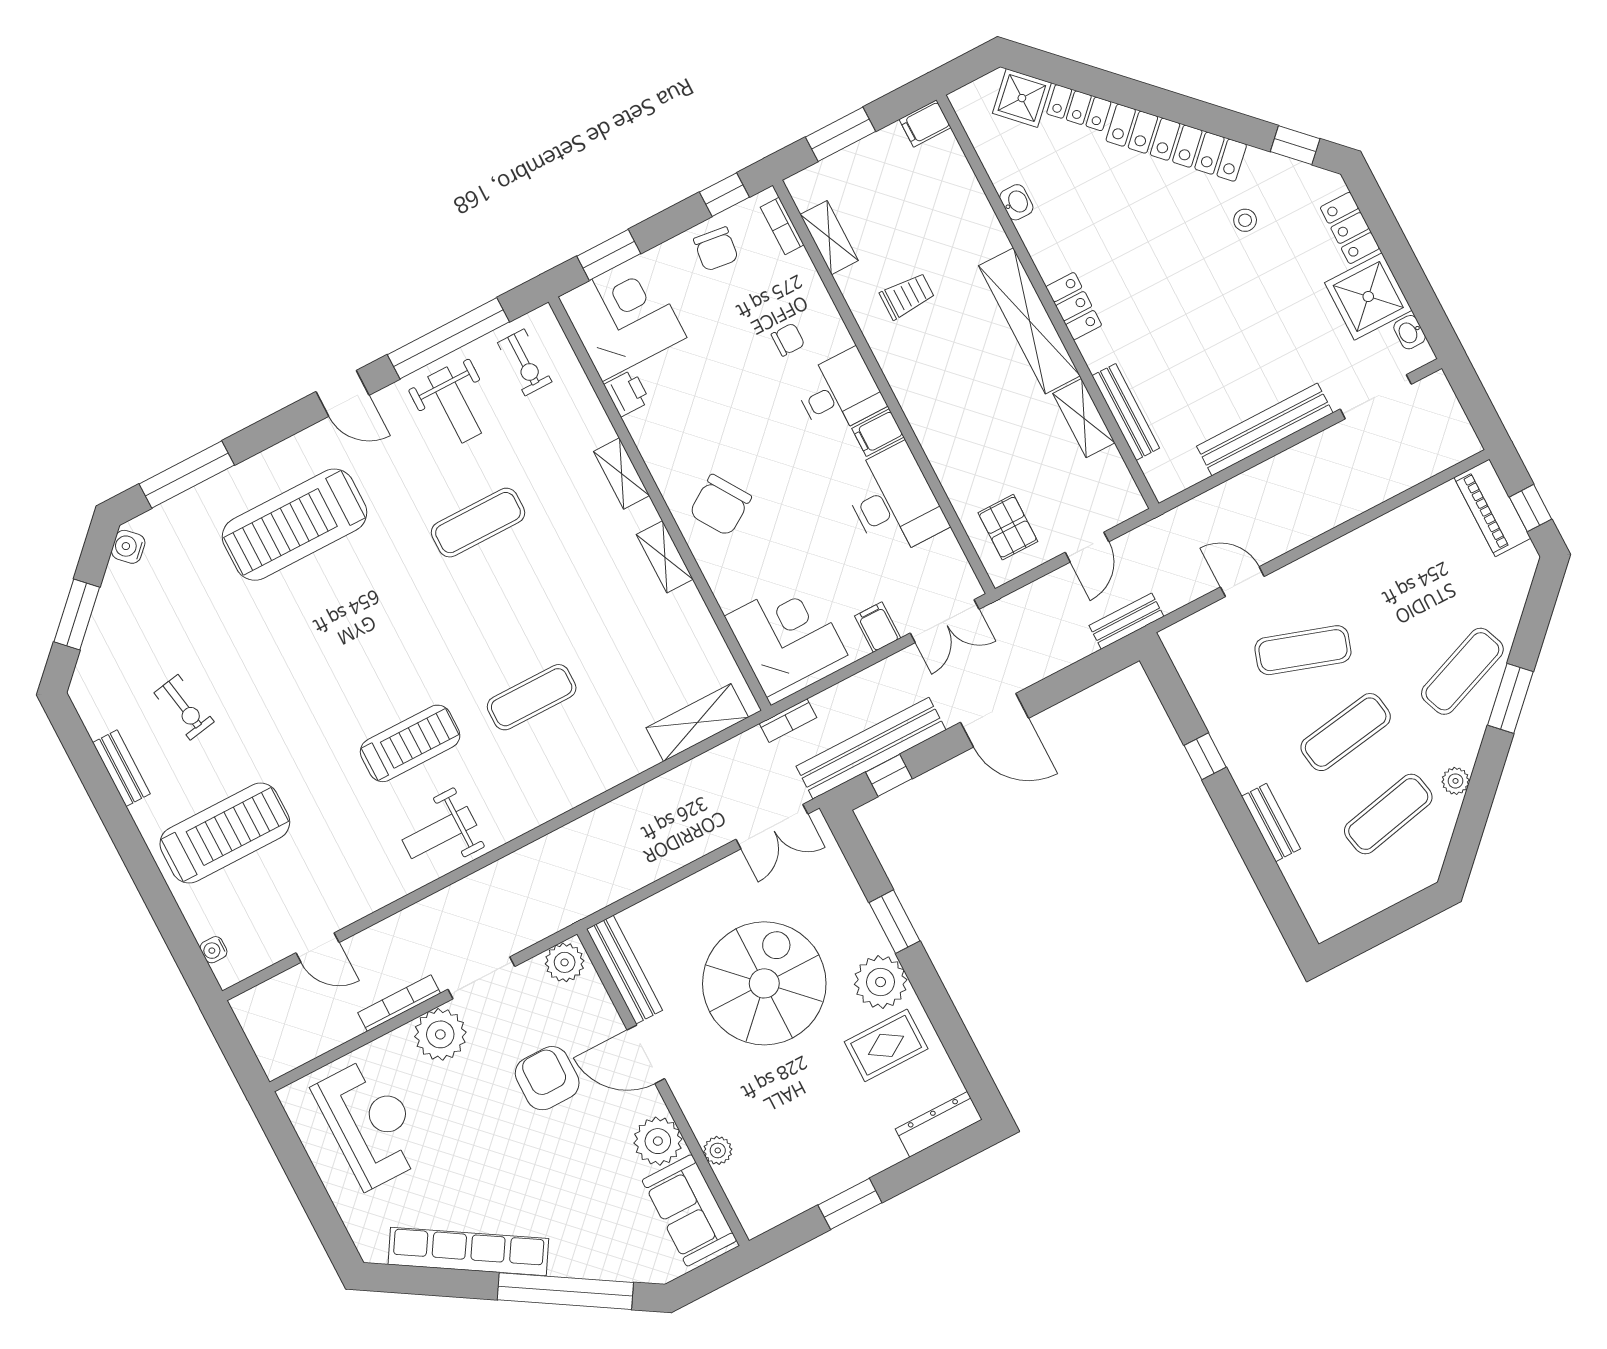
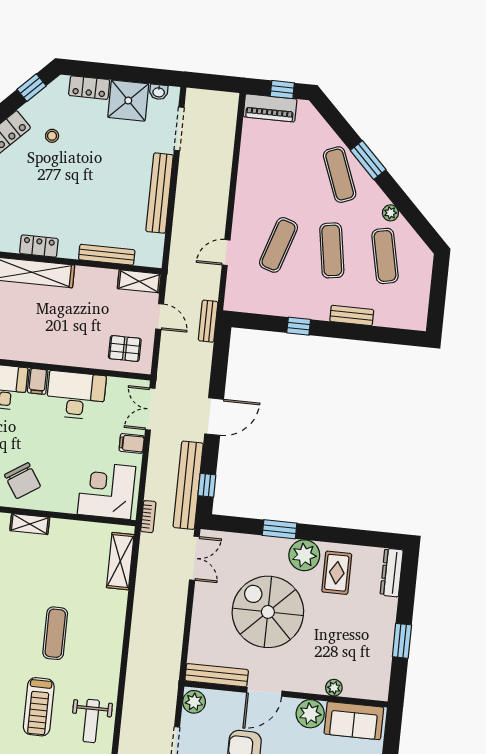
shelving: (1084, 418) -> (139, 281), moved
double door: (945, 621) -> (150, 409), swing flipped
treadmill: (410, 743) -> (39, 707), turned 180

